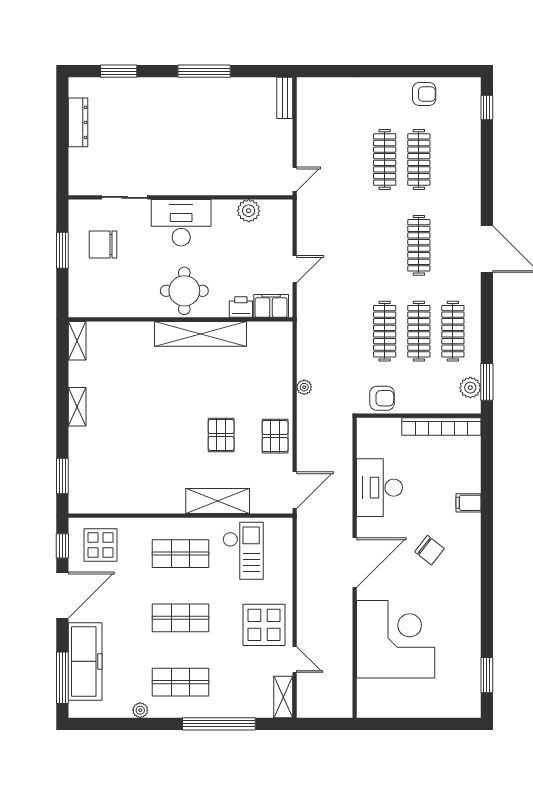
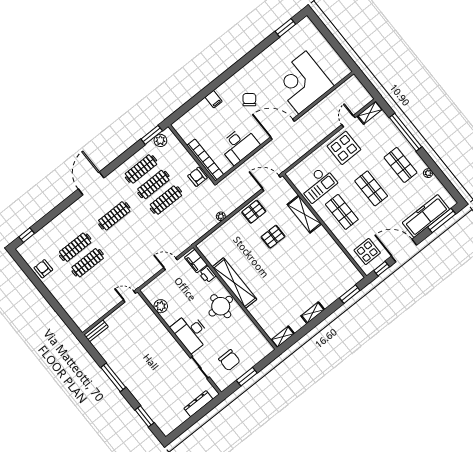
dresser: (78, 122) -> (198, 404), moved
bookcase: (441, 427) -> (205, 160), moved
checkout: (243, 551) -> (318, 184), turned 180

